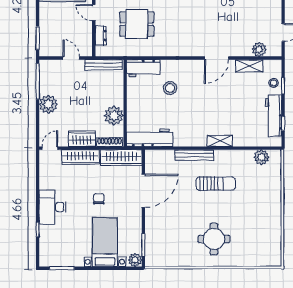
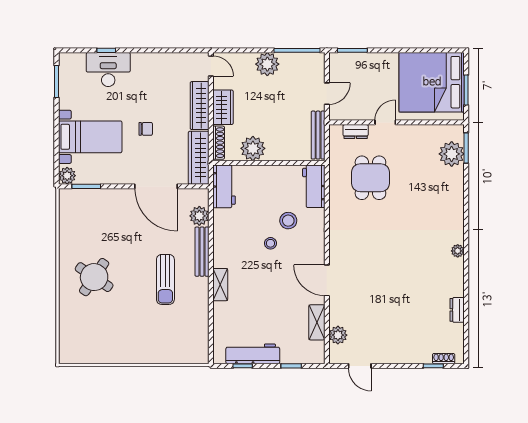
stool: (274, 83) -> (270, 243), moved
workbench: (150, 138) -> (224, 186), width x0.73
plant: (261, 157) -> (199, 216), moved
desk: (53, 207) -> (108, 69), moved
round table: (214, 239) -> (94, 277), turned 34

